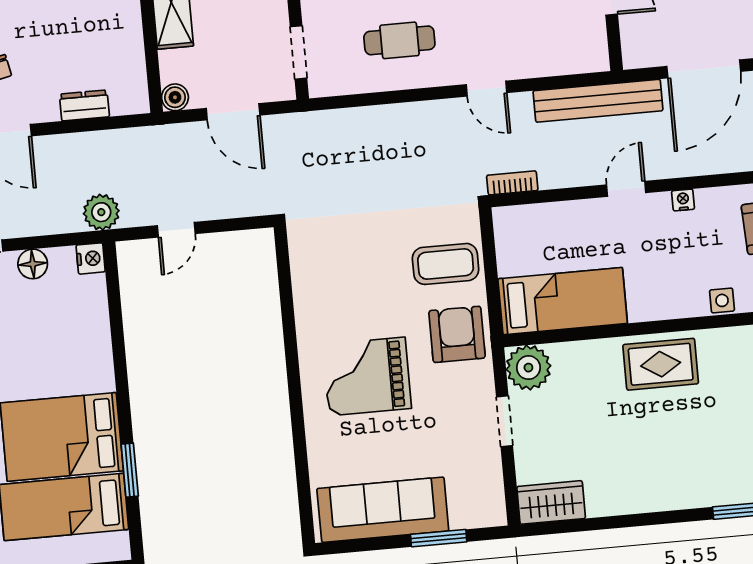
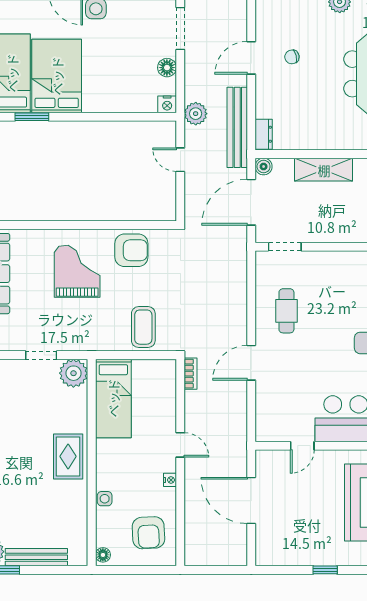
door: (487, 89) -> (251, 363), width x1.38
bench: (598, 101) -> (237, 127), moved
dresser: (84, 105) -> (264, 134), moved
door: (233, 112) -> (251, 202), width x1.36
armchair: (457, 334) -> (131, 250), moved

